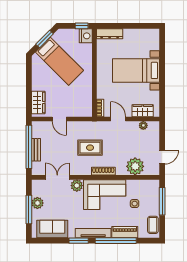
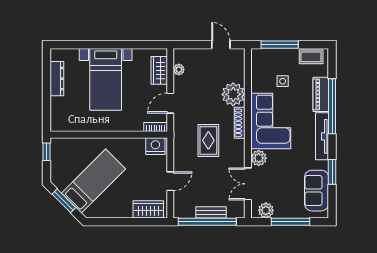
dresser: (110, 34) -> (57, 79), moved
nightstand: (86, 36) -> (155, 146), moved
plant: (135, 166) -> (233, 94), moved
plant: (37, 203) -> (266, 210), moved
window: (79, 241) -> (332, 172), moved

